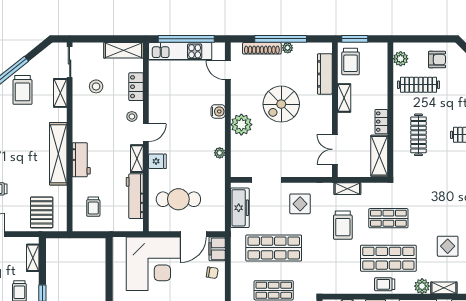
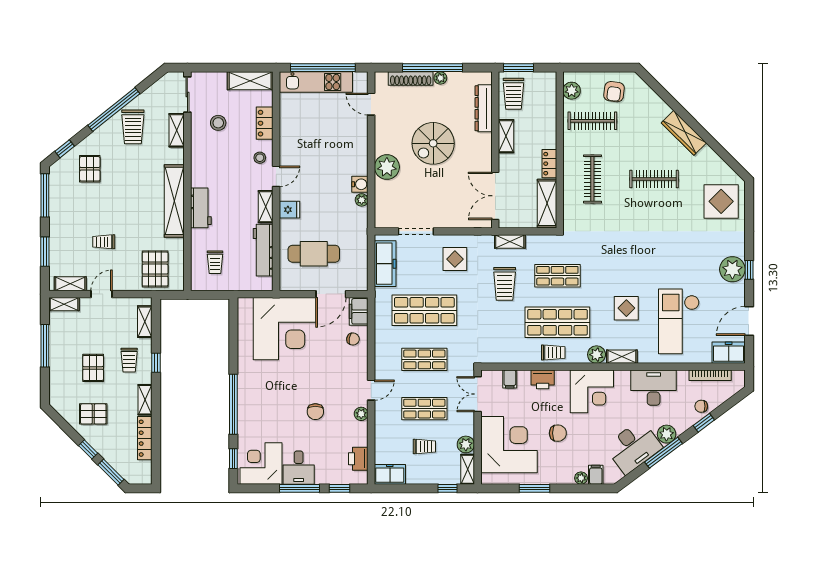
armchair: (437, 60) -> (614, 92), turned 97
water cooler: (218, 111) -> (360, 184), moved
double door: (335, 149) -> (495, 196), width x1.37
trolley: (385, 284) -> (553, 352), turned 180

